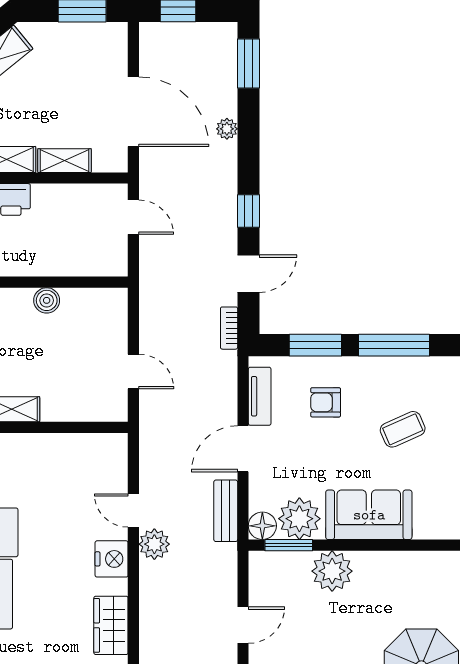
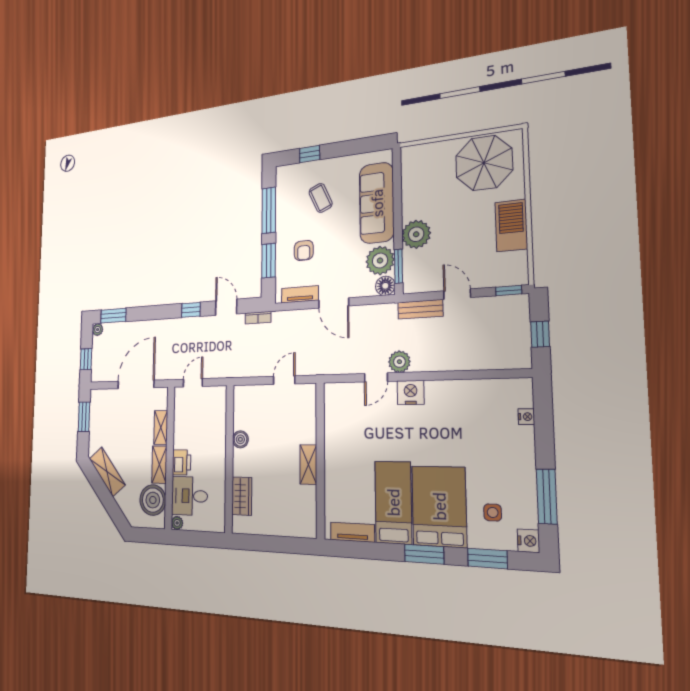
plant: (227, 129) -> (98, 330), moved
bench: (226, 511) -> (420, 309), moved
sofa: (369, 515) -> (377, 203), width x1.36
wardrobe: (111, 625) -> (460, 392), removed

